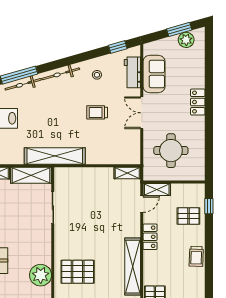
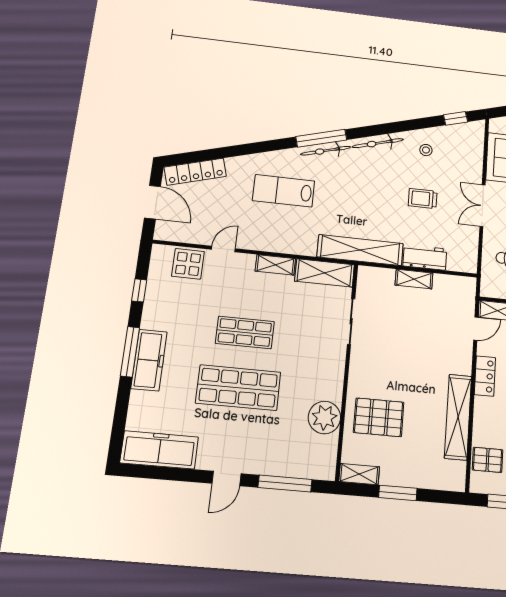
workbench: (132, 72) -> (425, 257), moved, turned 90
shelving: (127, 173) -> (414, 279), moved

